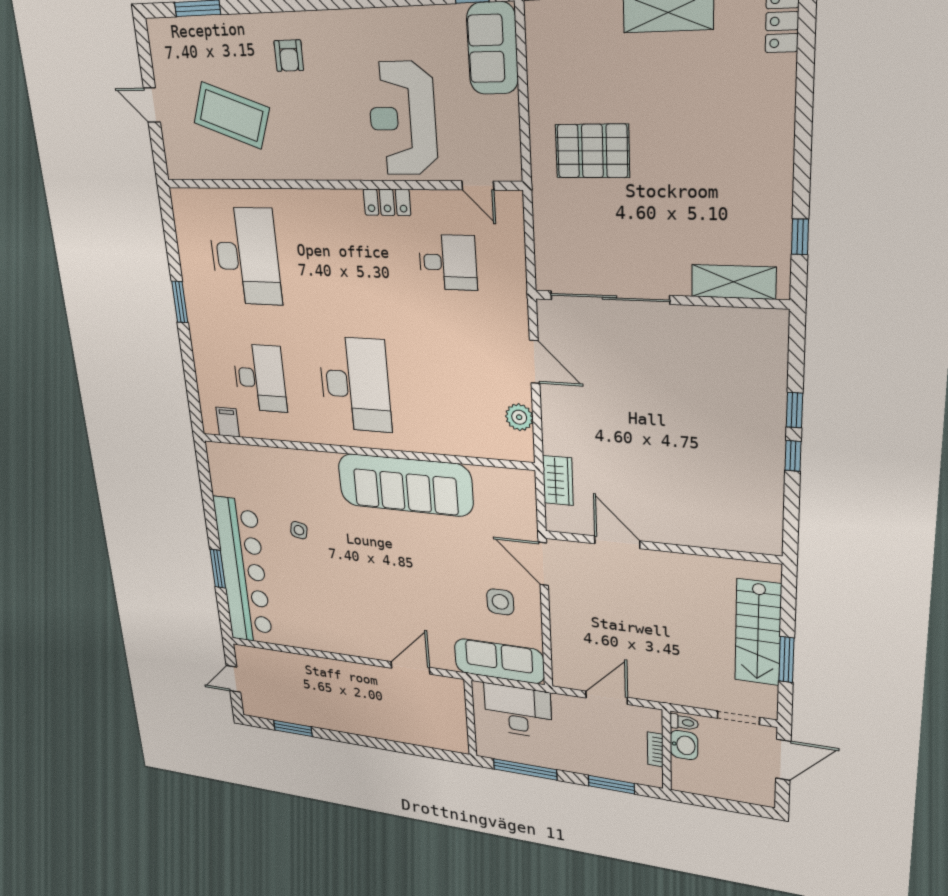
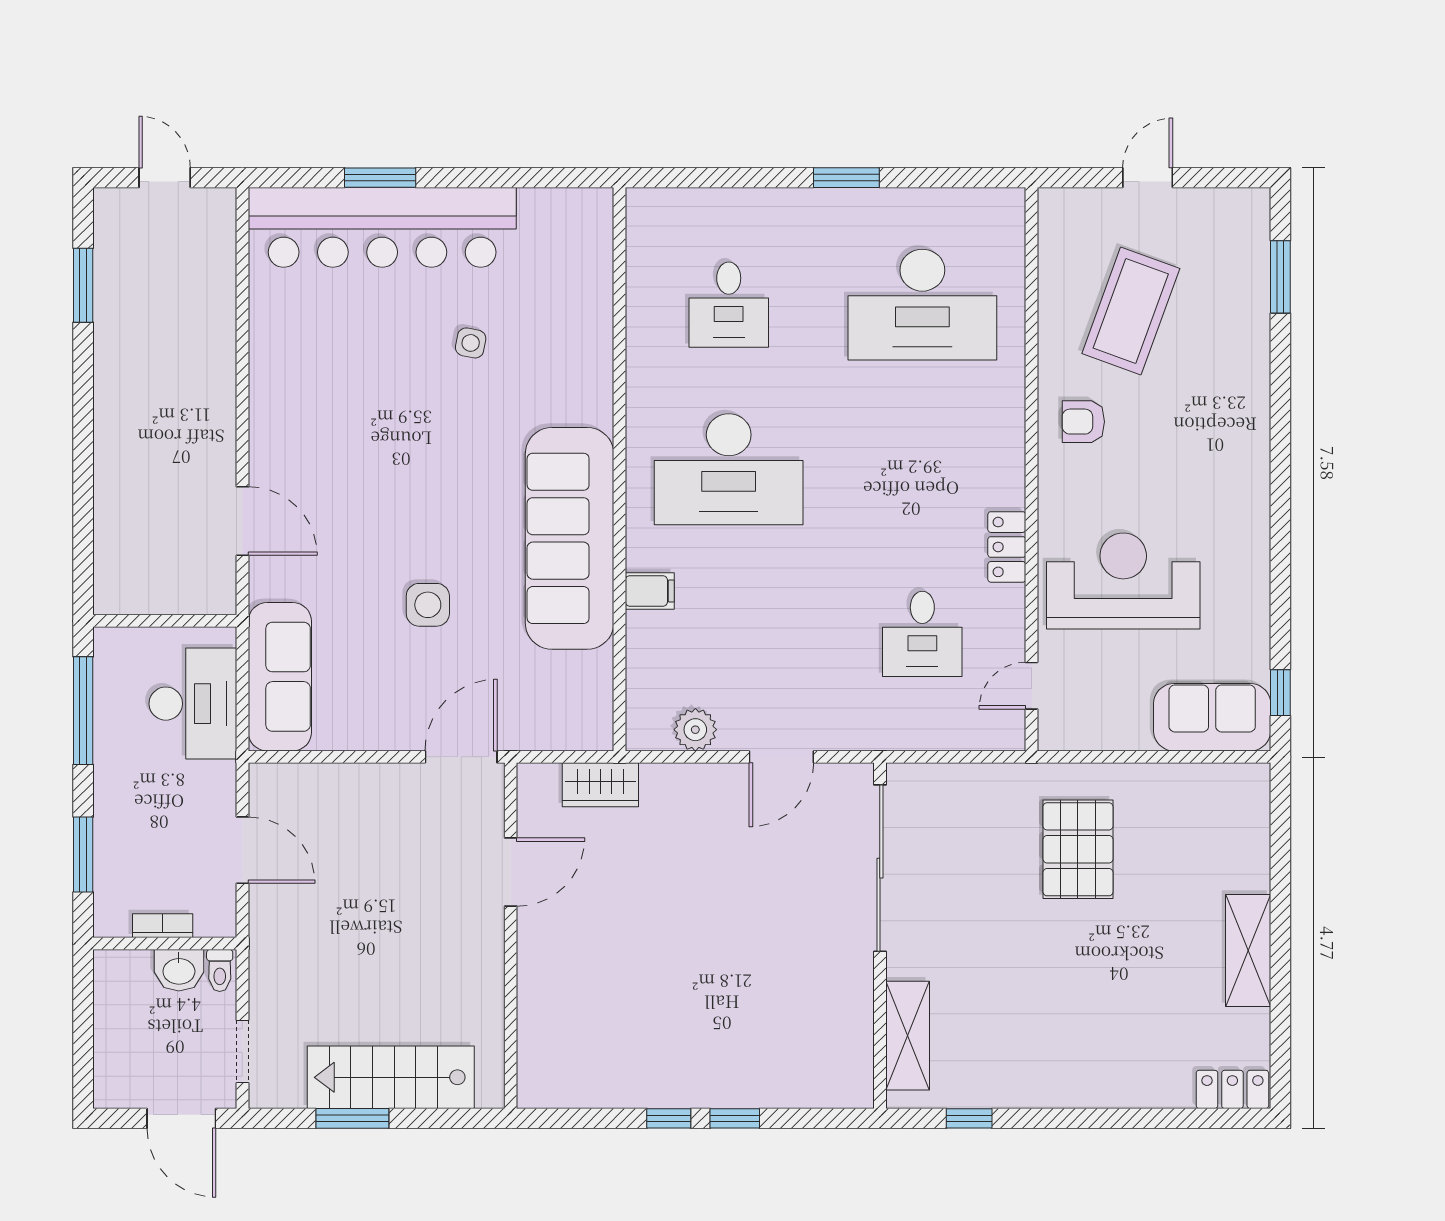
armchair: (289, 56) -> (1083, 422), moved
desk: (260, 378) -> (729, 305), width x0.73
filing cabinet: (228, 422) -> (650, 591), moved
side table: (500, 602) -> (428, 605), moved

